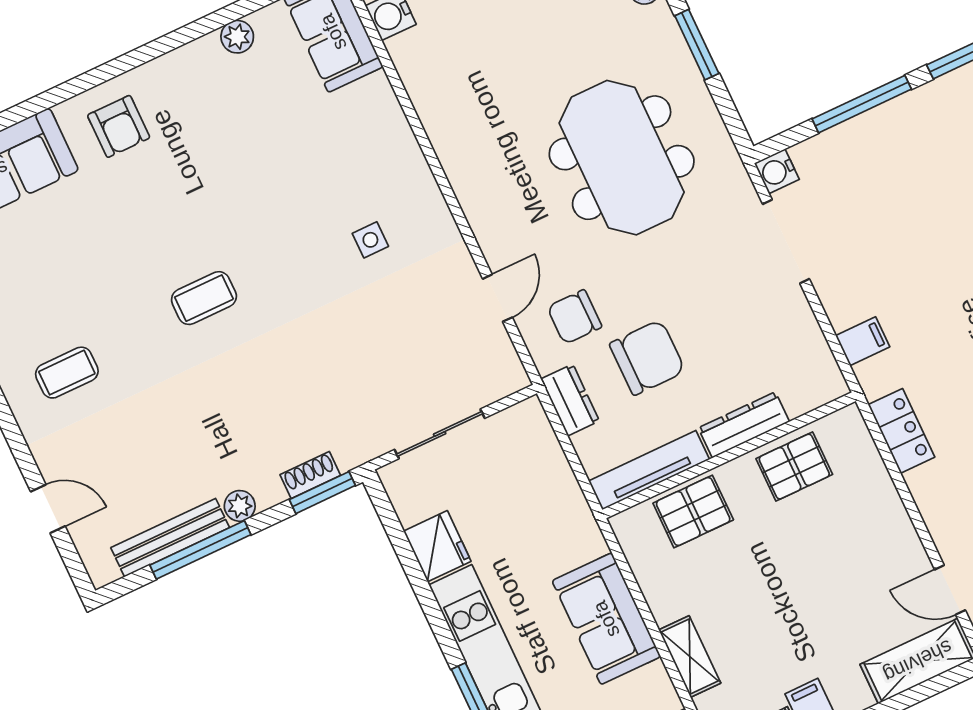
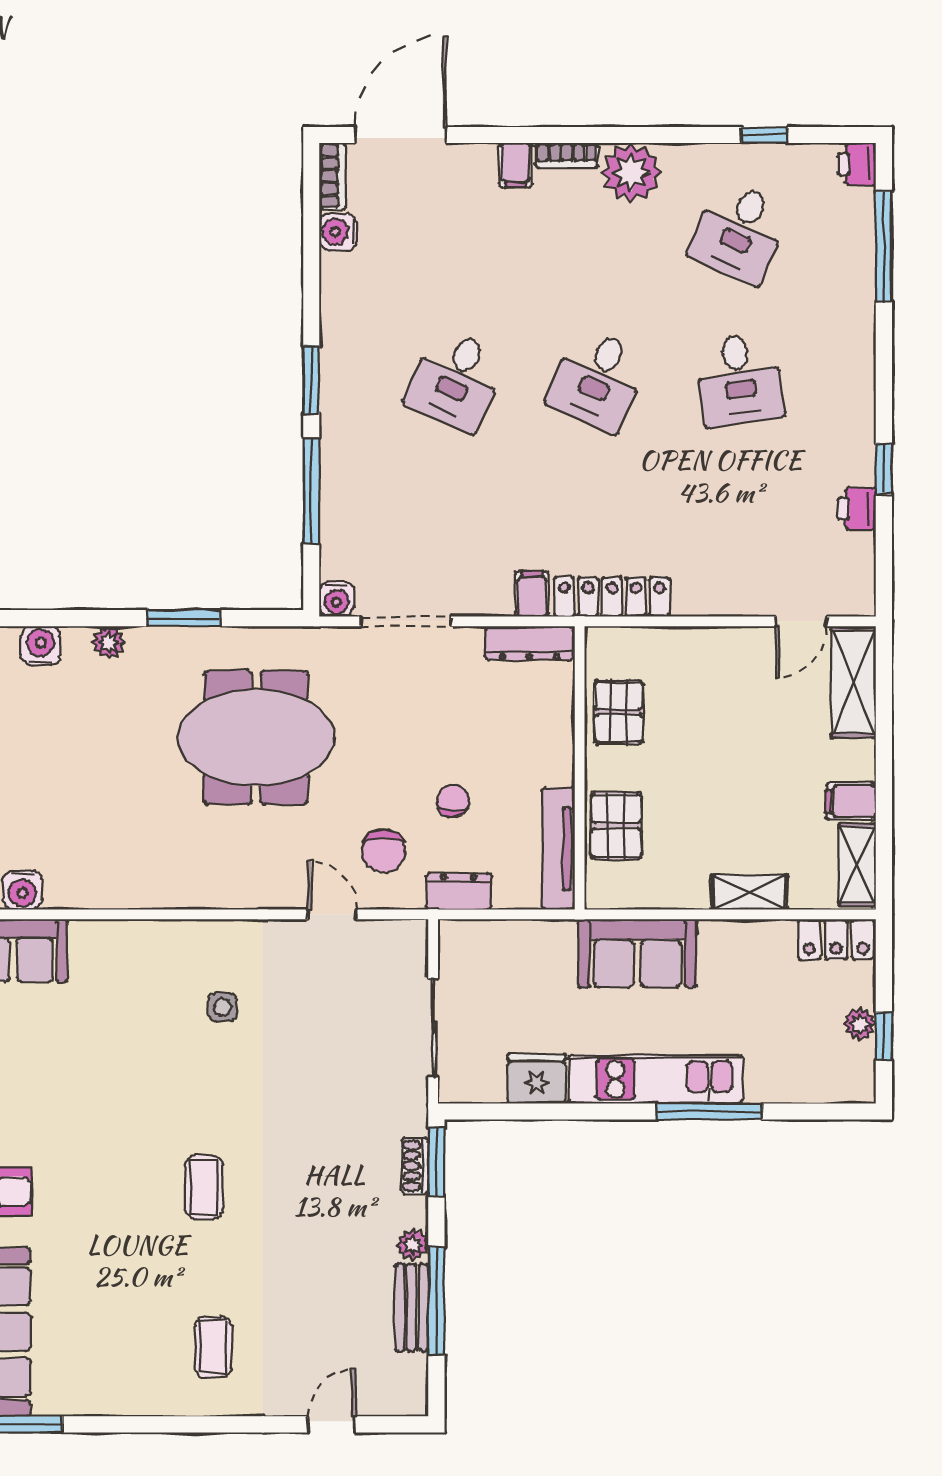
chair: (647, 357) -> (453, 801), width x0.54, depth x0.54
dresser: (744, 425) -> (529, 643), moved, turned -90
locker: (901, 431) -> (612, 597), width x1.53
bench: (170, 538) -> (412, 1307), width x0.73
sofa: (606, 619) -> (637, 953), moved

